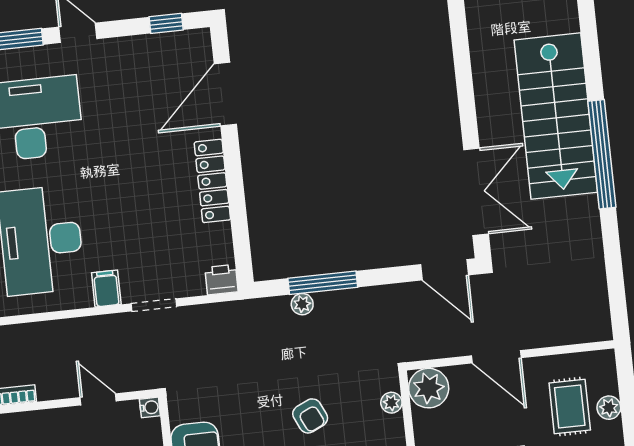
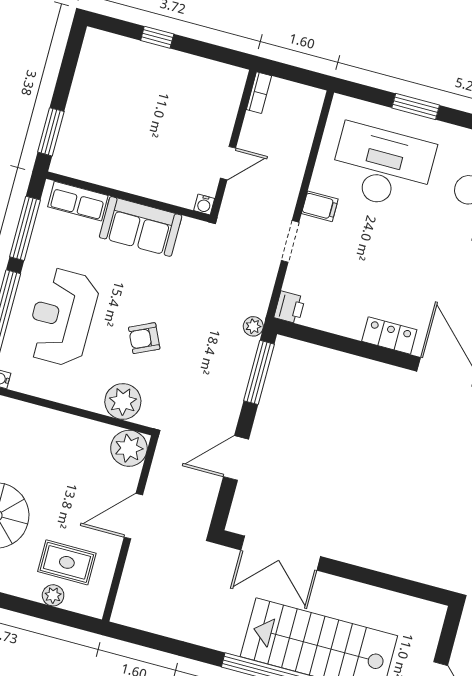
locker: (212, 181) -> (389, 335), width x0.66
door: (445, 270) -> (236, 458), moved
window: (323, 283) -> (259, 372), moved
plant: (302, 304) -> (253, 326), moved
plant: (391, 403) -> (123, 401), width x1.88, depth x1.88

